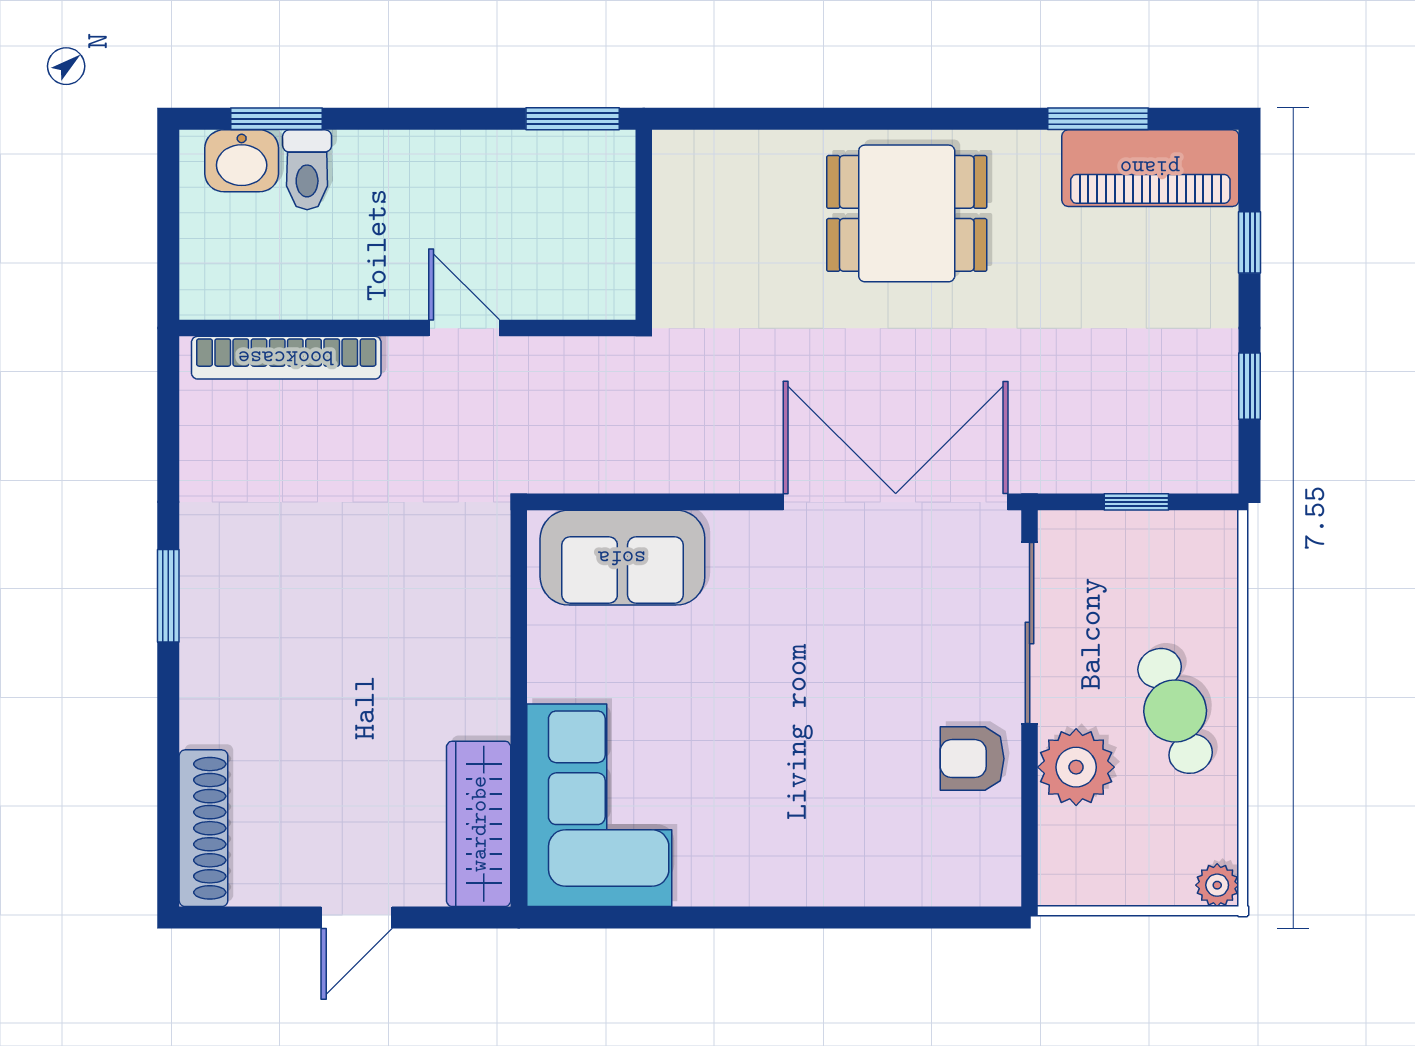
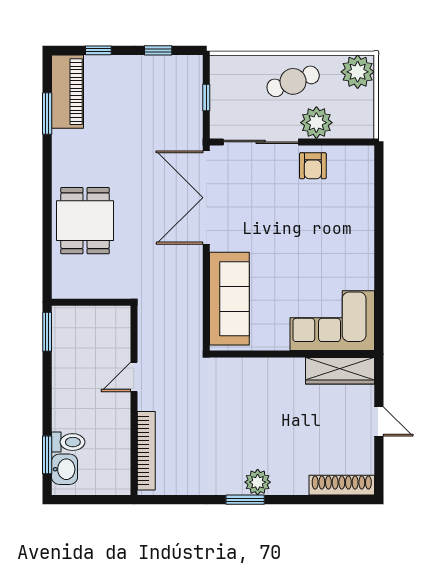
dining table: (907, 213) -> (85, 221), moved
sofa: (622, 558) -> (229, 299), width x1.36
plant: (210, 626) -> (258, 482), added
plant: (1217, 885) -> (358, 72), width x1.88, depth x1.88

